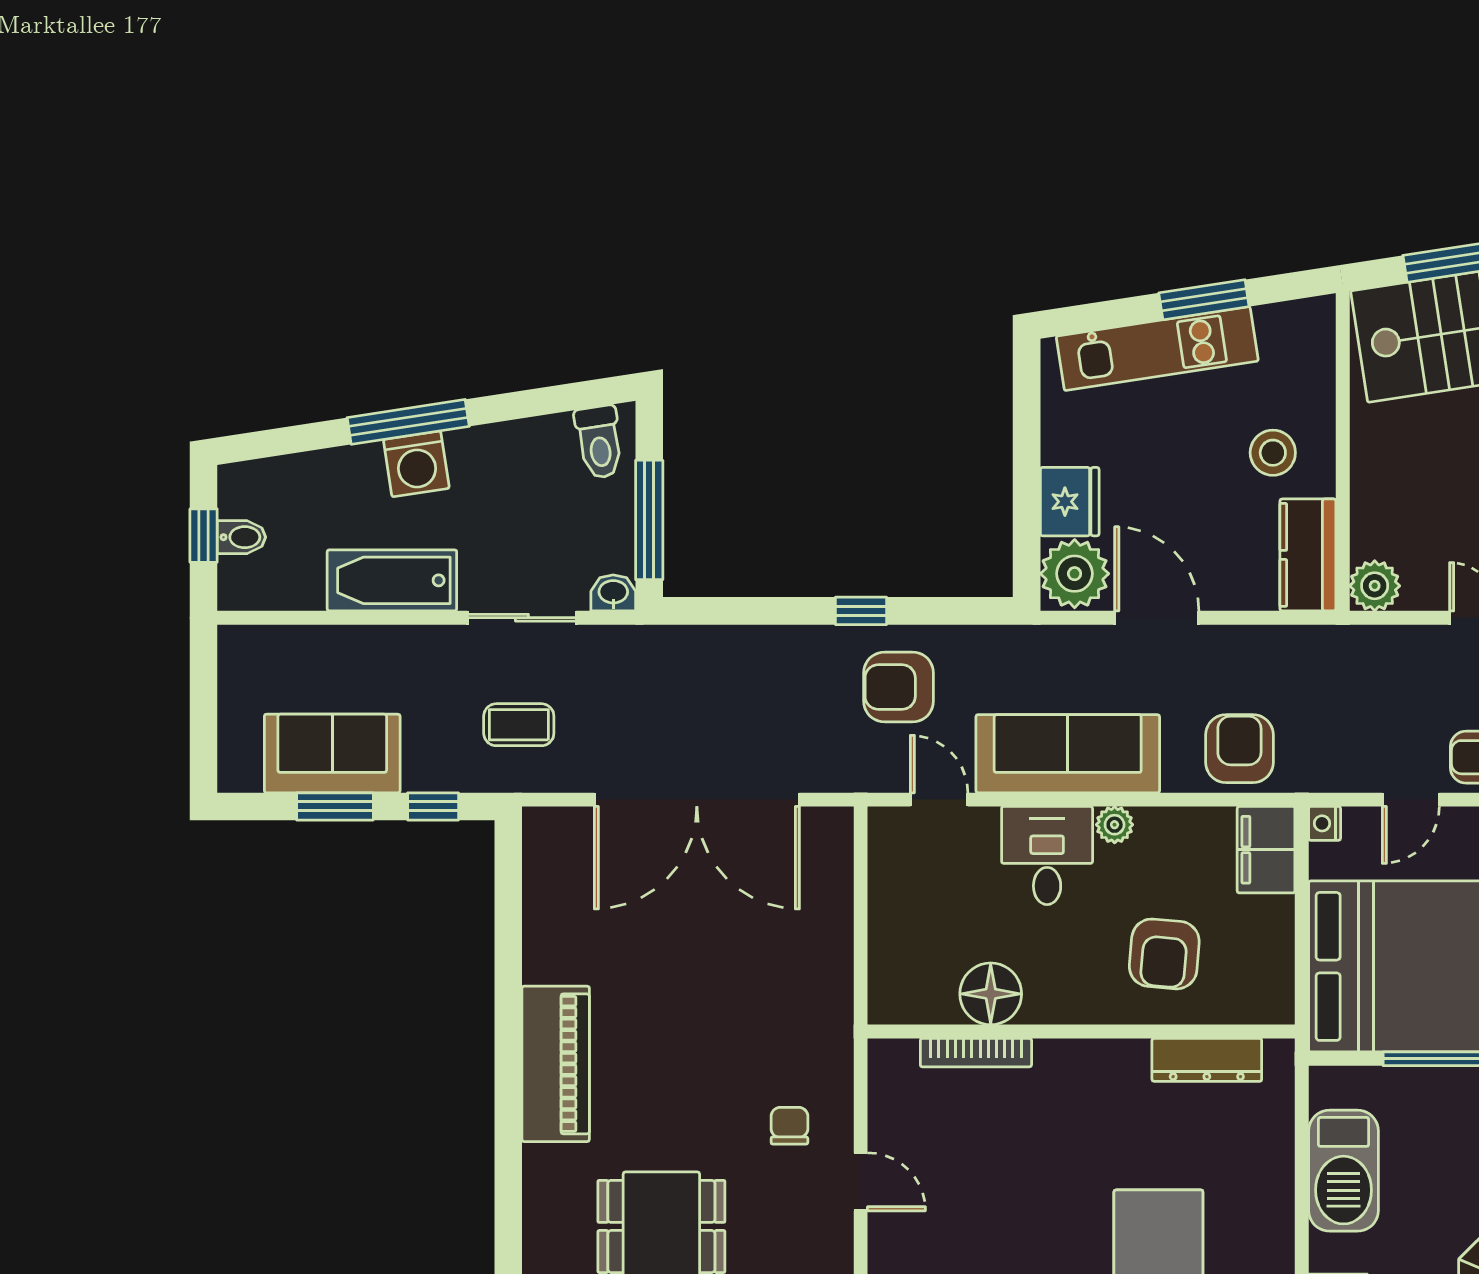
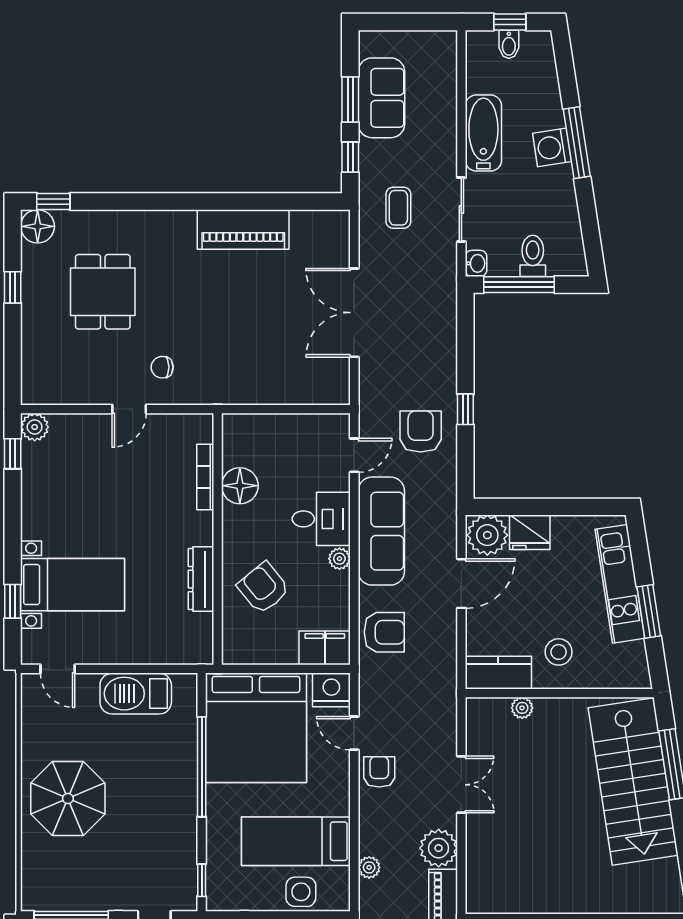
toilet: (599, 442) -> (533, 256), moved, turned 99
plant: (1375, 586) -> (522, 708), moved, width x0.73, depth x0.73
double door: (697, 800) -> (354, 313), width x0.73
nightstand: (1325, 823) -> (331, 690), width x1.89, depth x1.79
armchair: (1164, 954) -> (263, 588), turned 46
dresser: (1207, 1060) -> (201, 579), moved
piano: (556, 1064) -> (243, 229), moved
chair: (789, 1126) -> (162, 367), turned 180

